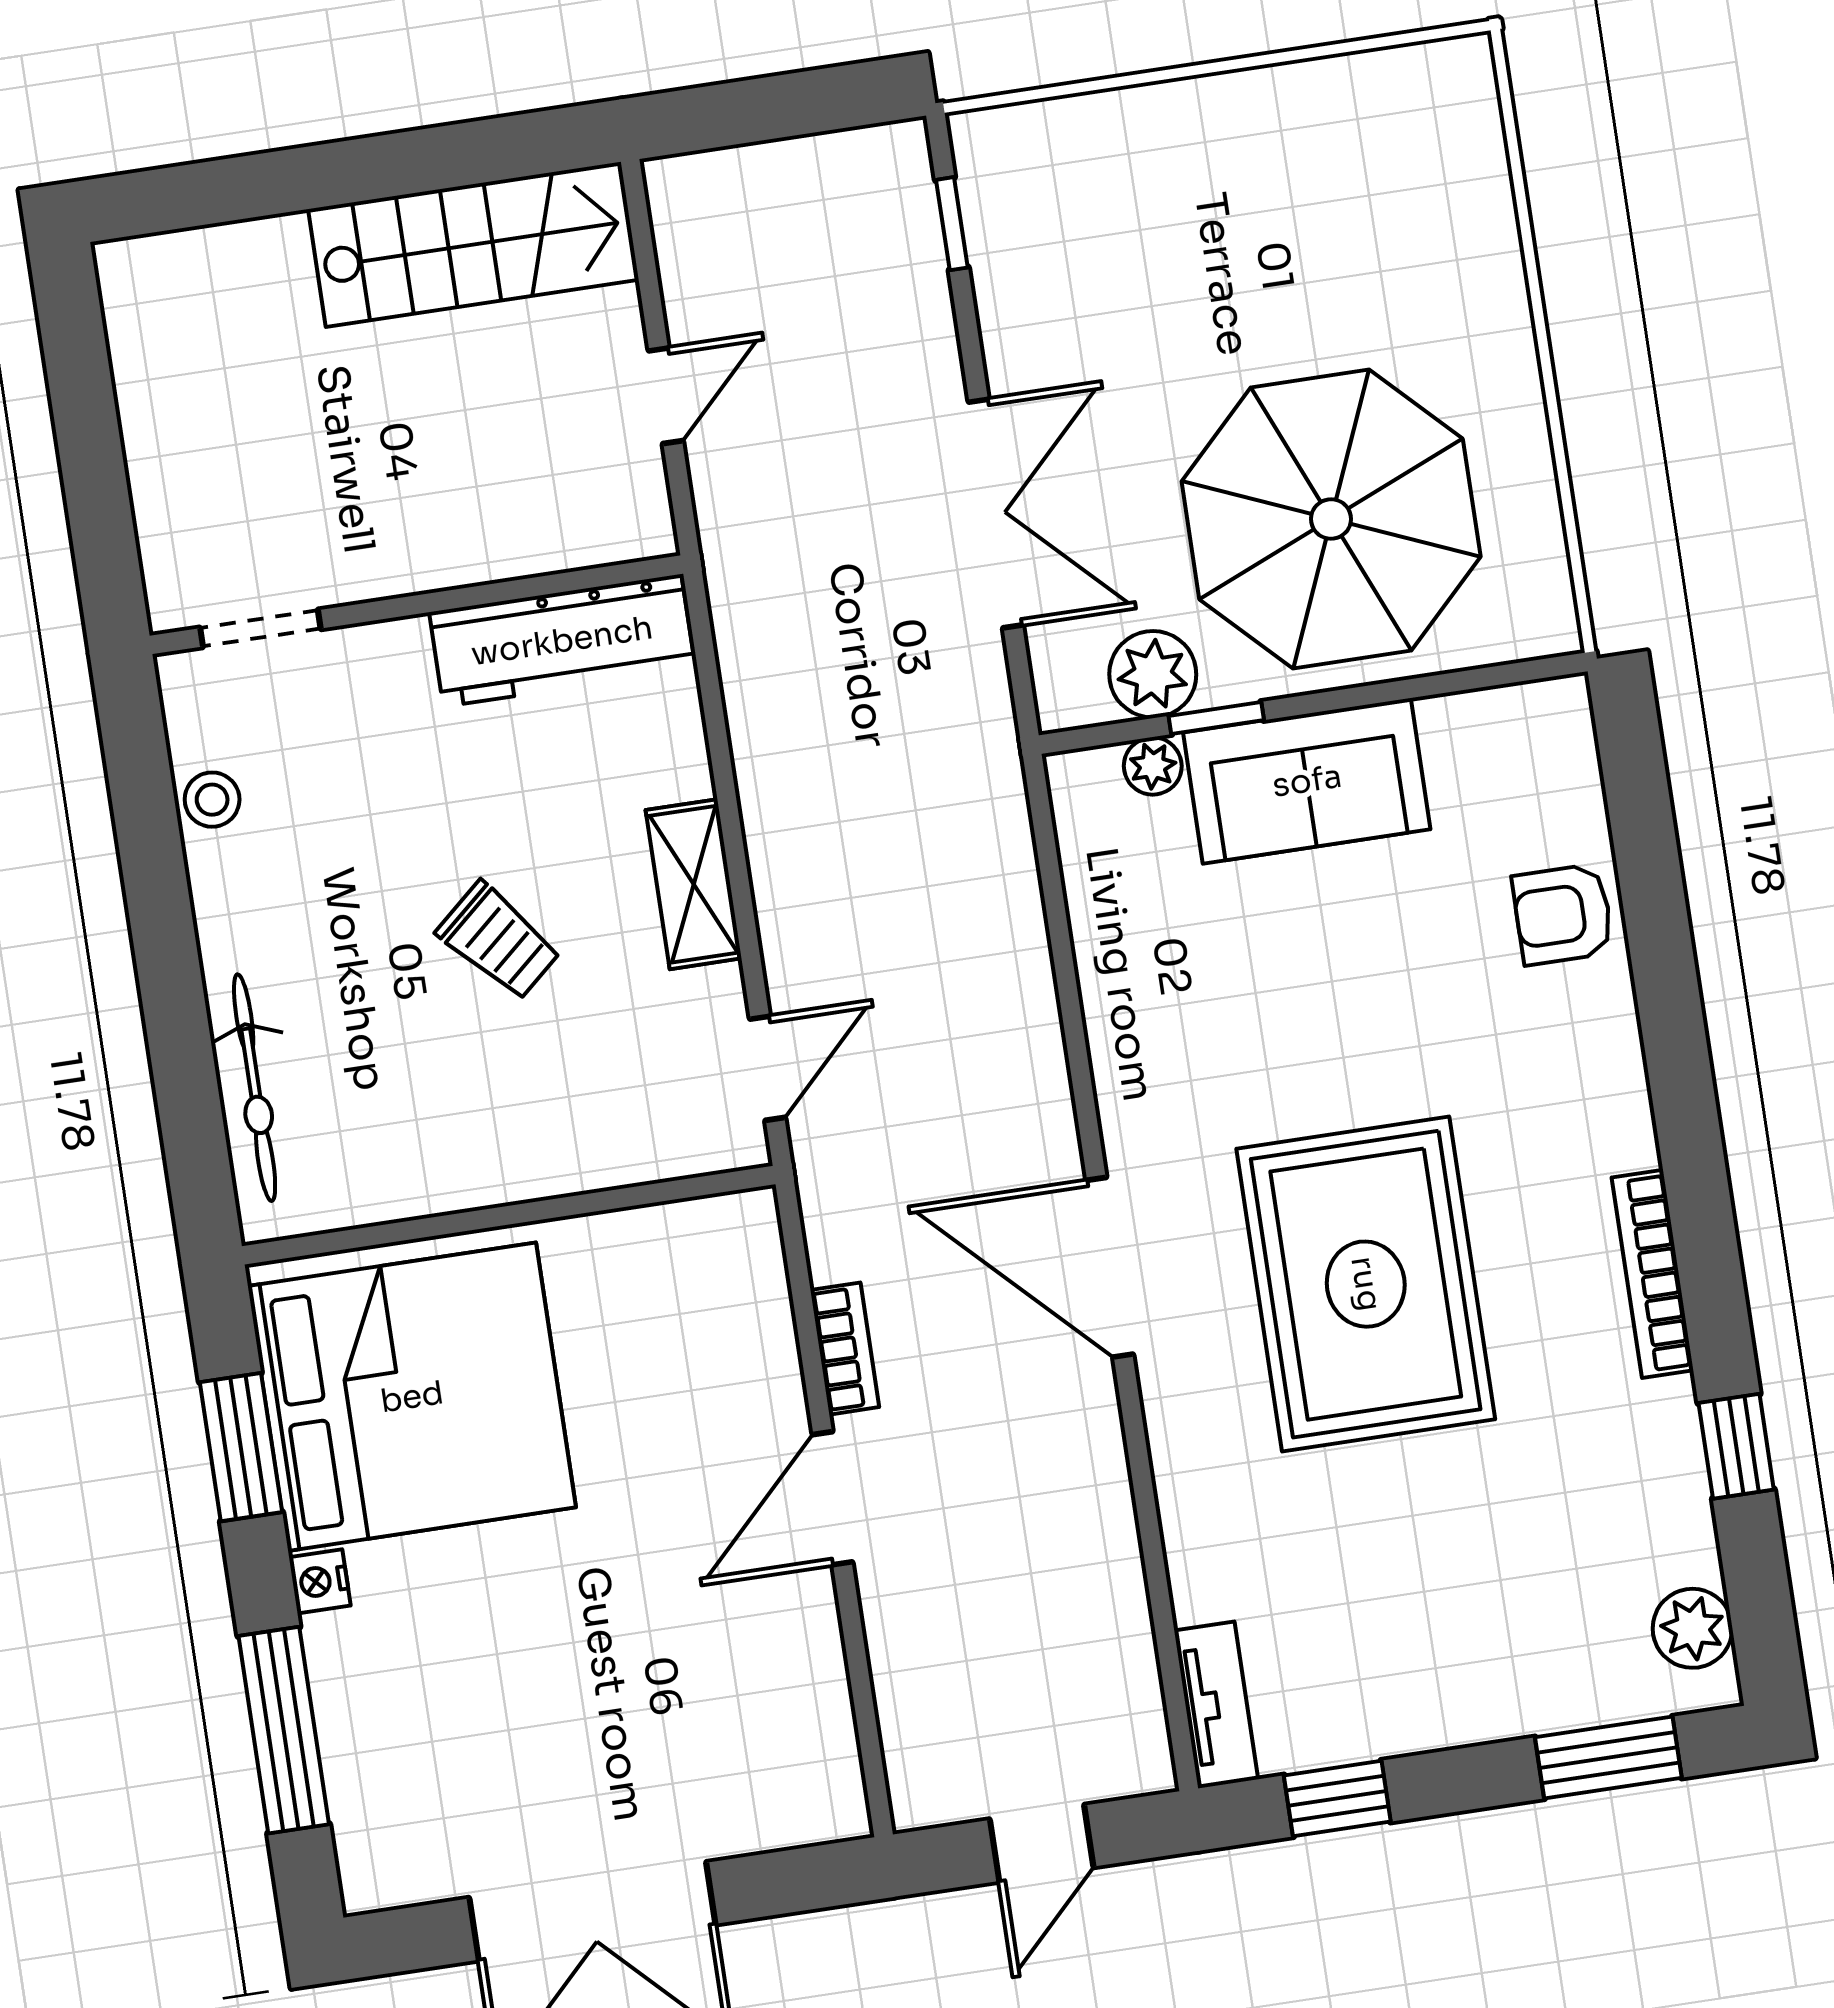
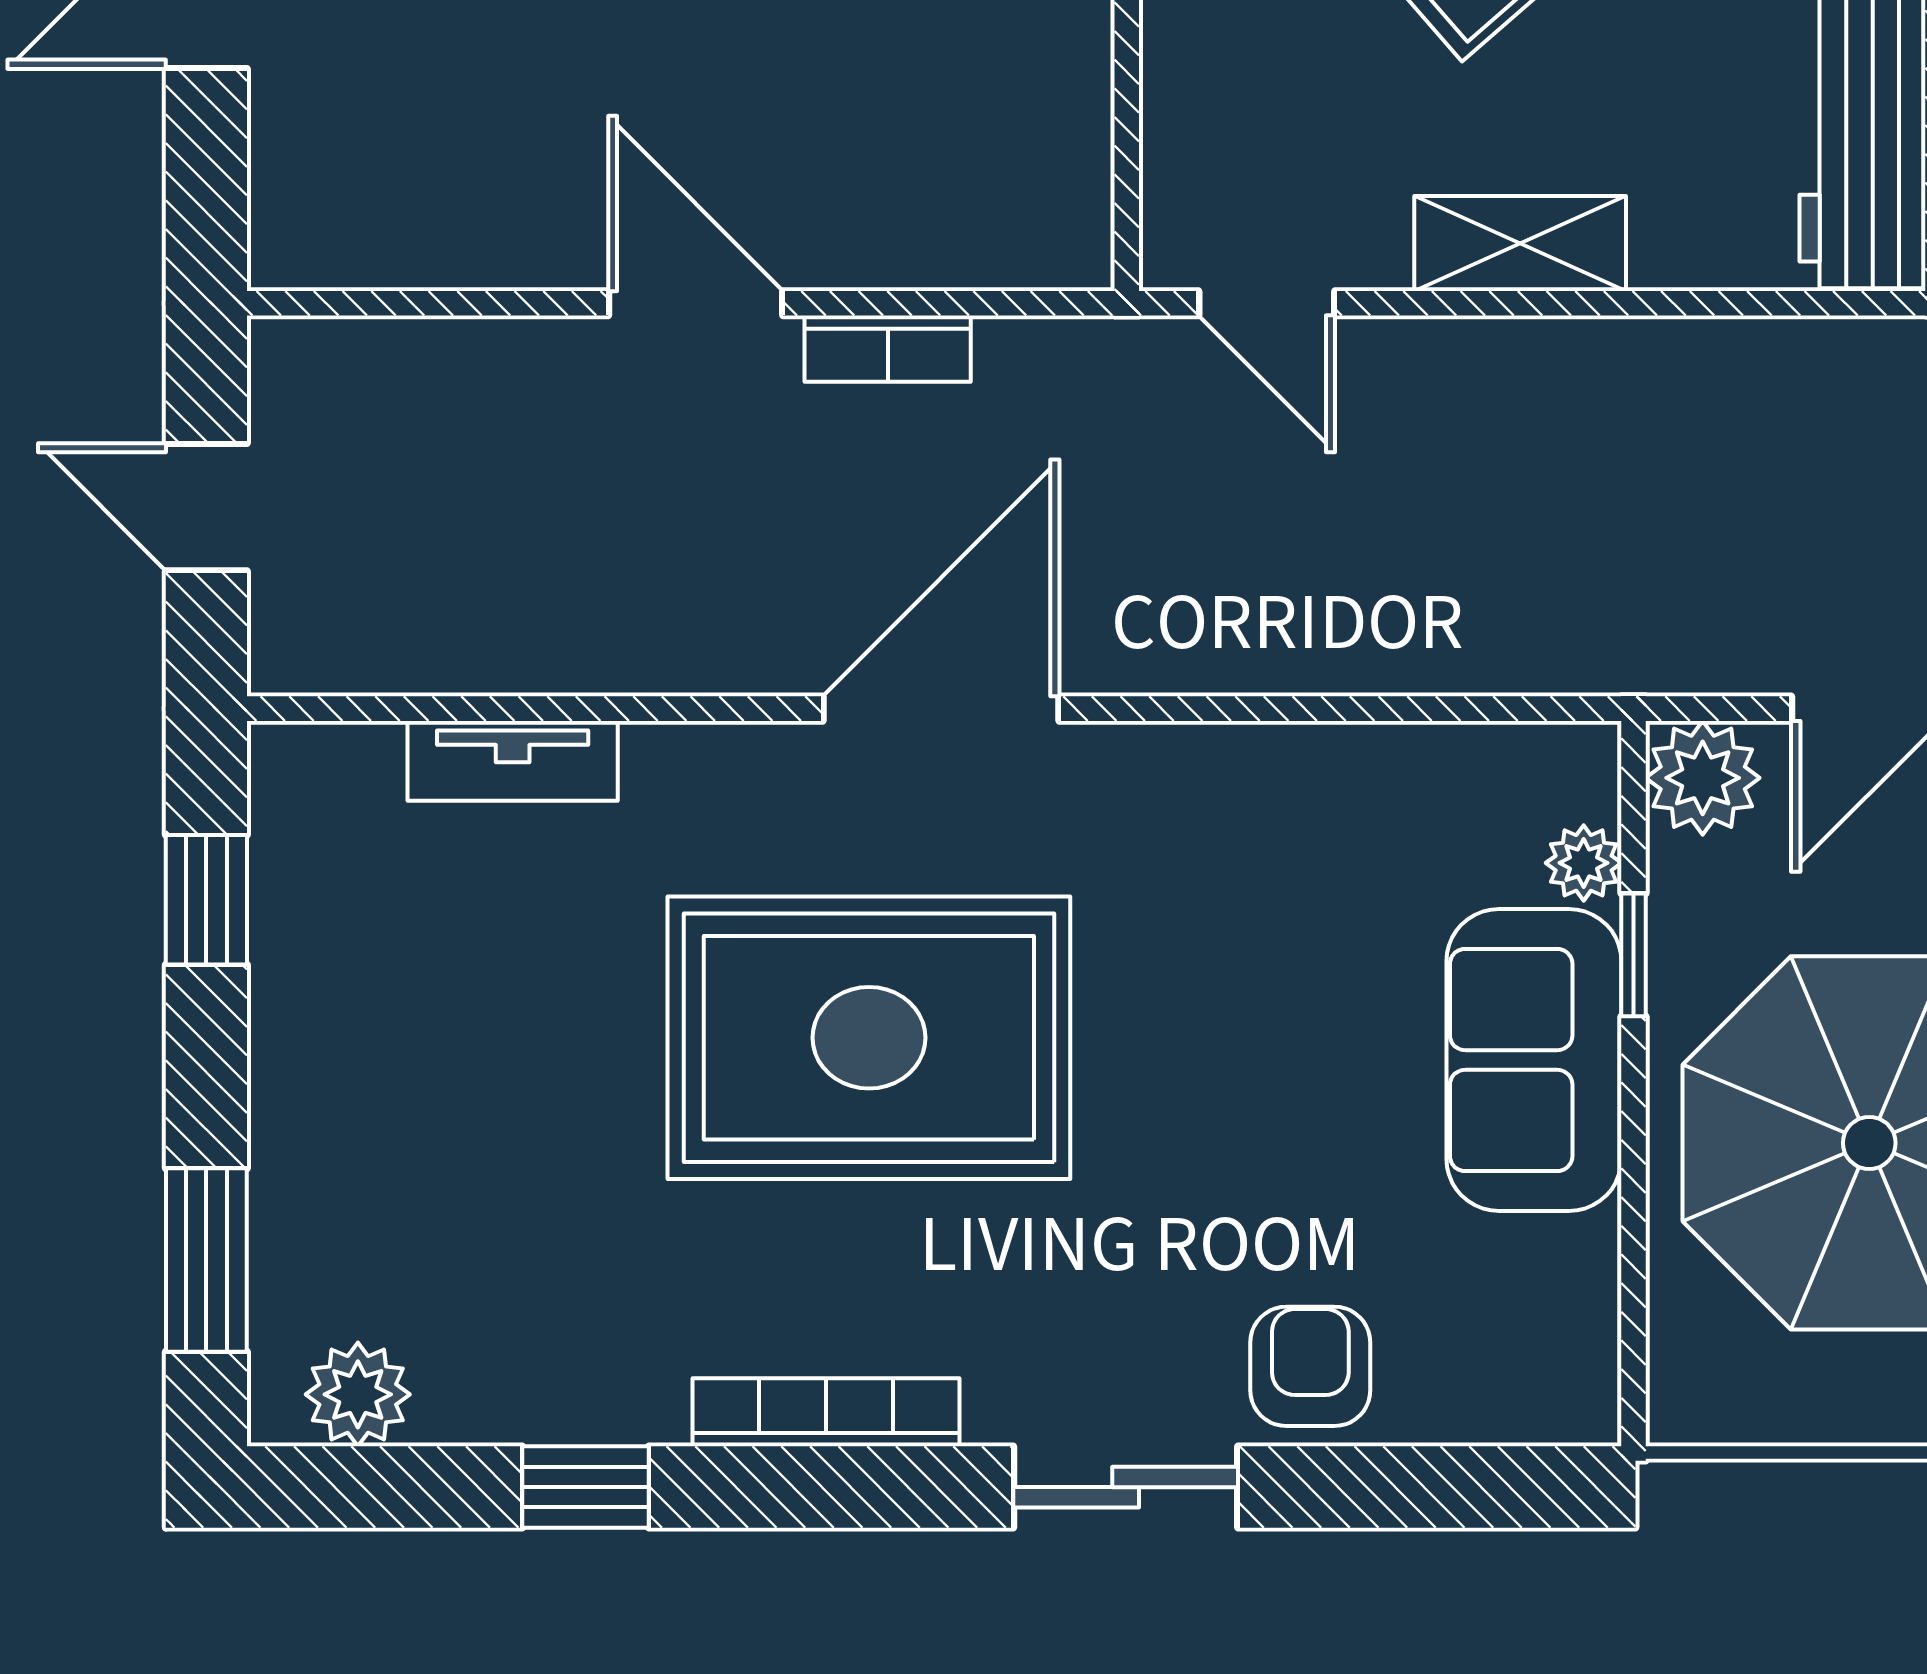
plant: (1153, 674) -> (1703, 778), moved
sliding door: (1675, 1040) -> (1126, 1487), added
tv unit: (1216, 1705) -> (513, 761), moved

